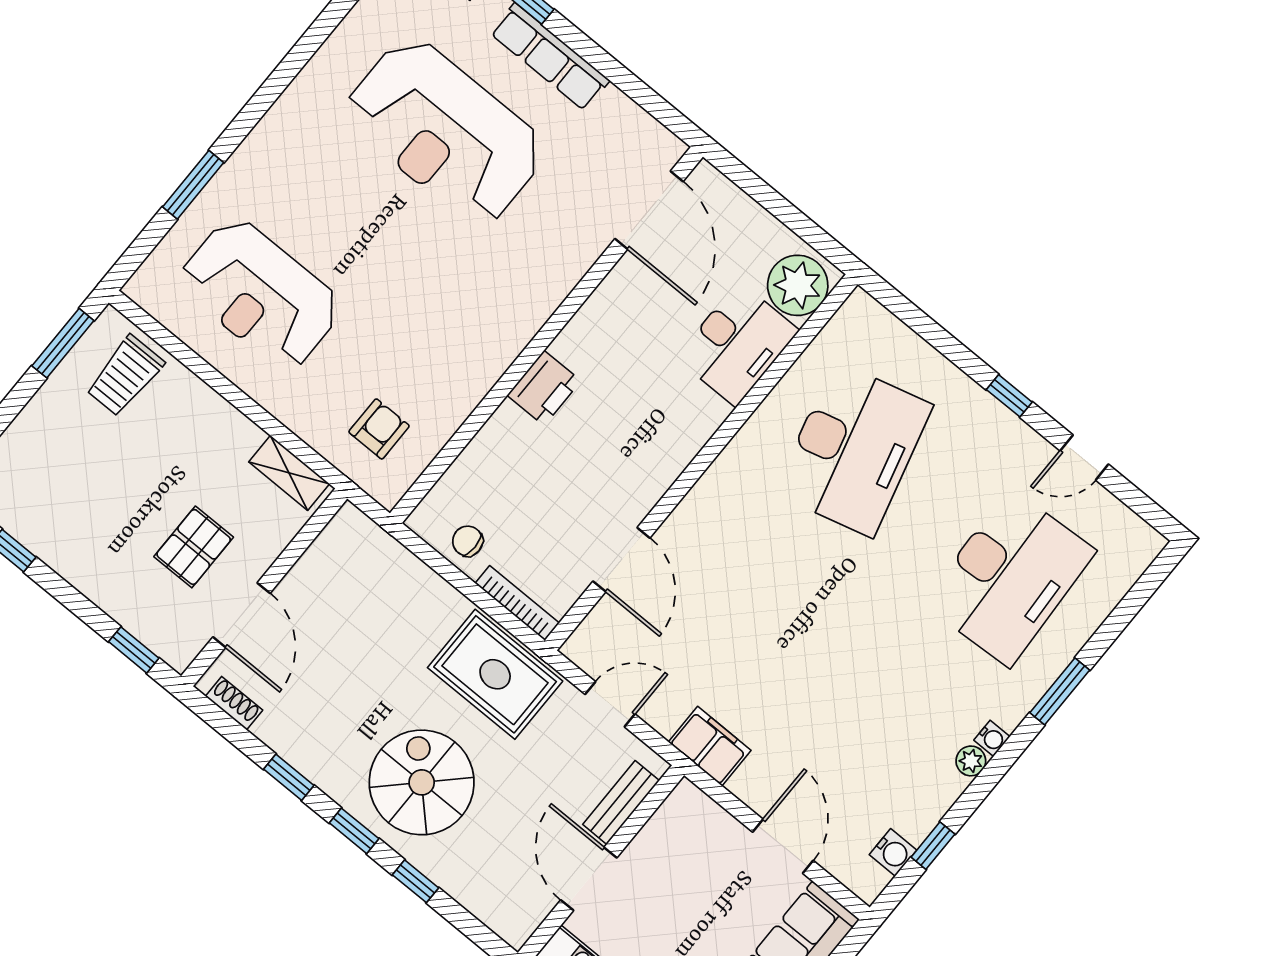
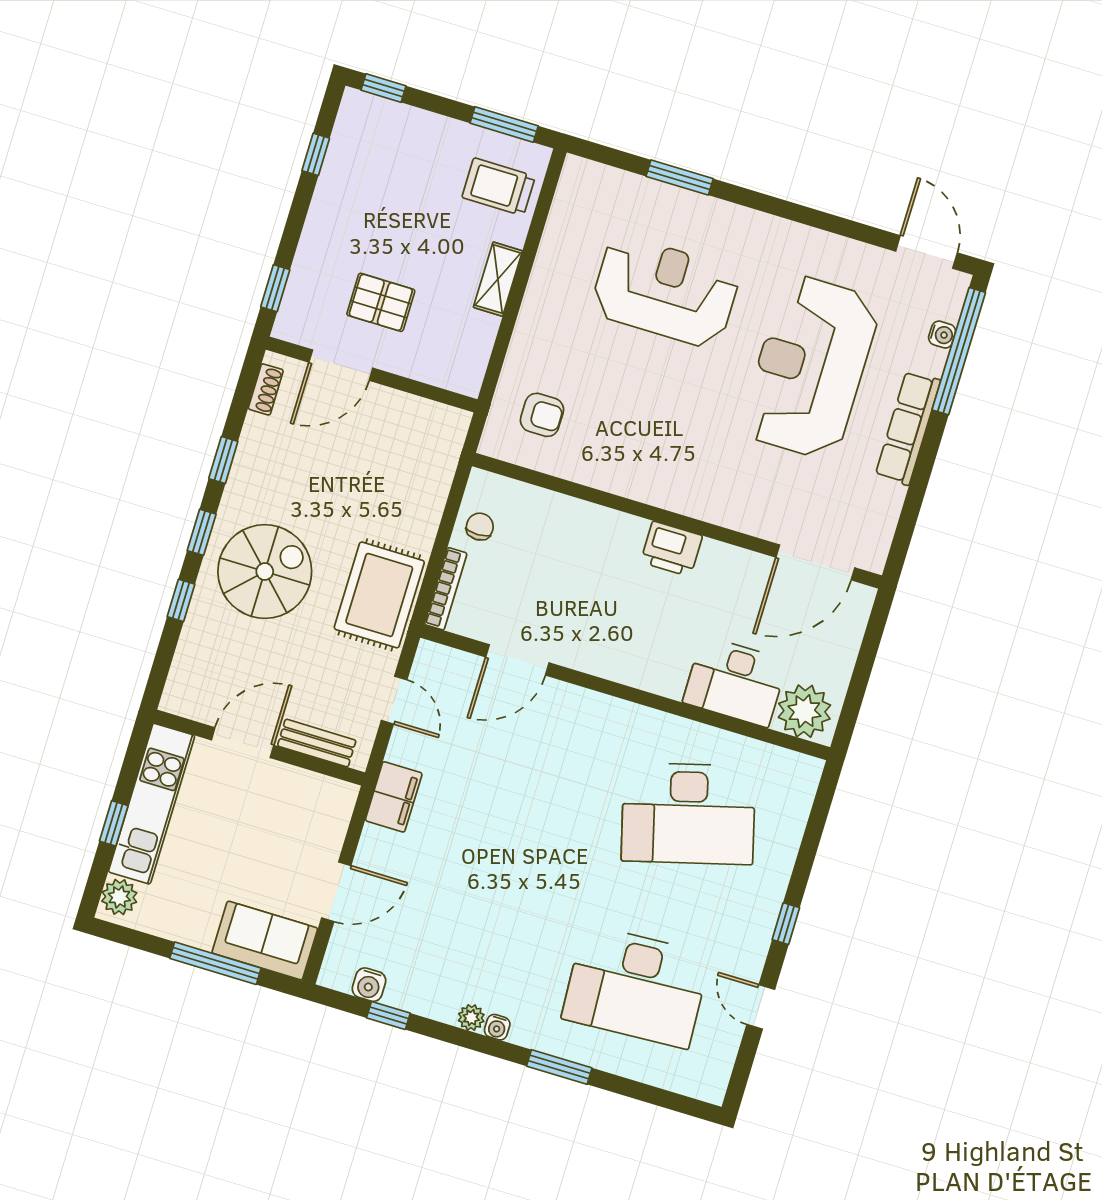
reception desk: (260, 294) -> (665, 291), moved, turned 90
printer: (544, 388) -> (671, 549), moved
shelving: (289, 473) -> (498, 279), moved

